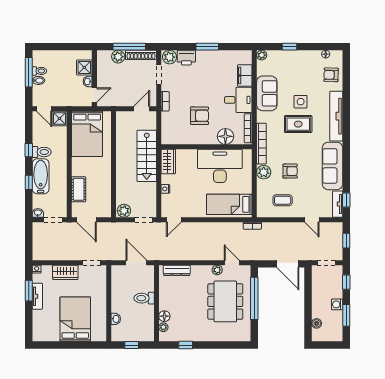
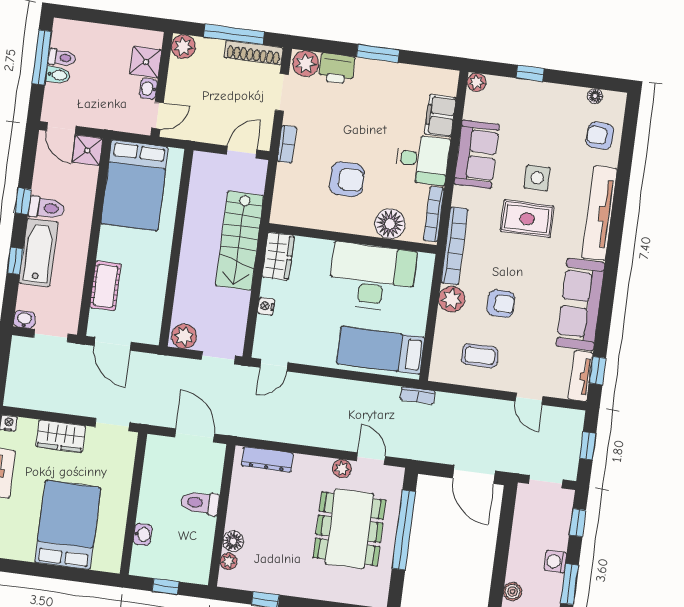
plant: (118, 57) -> (183, 47), moved

